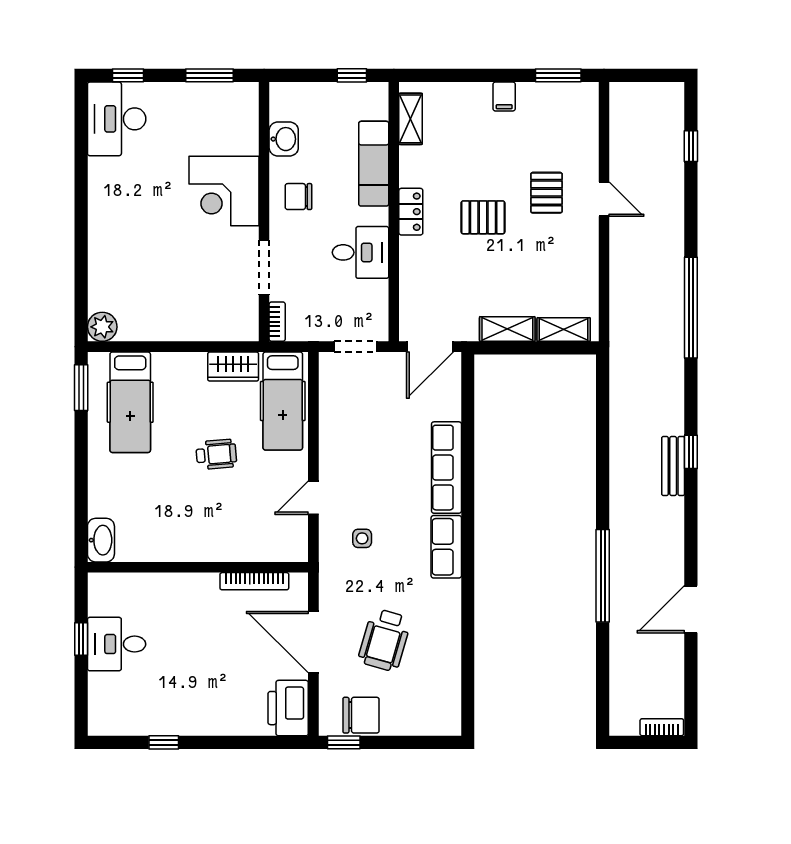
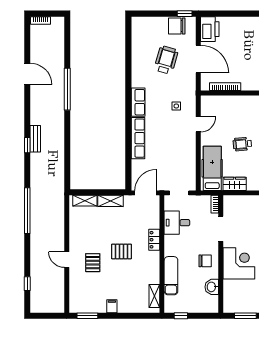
locker: (411, 212) -> (154, 240), moved
desk: (361, 252) -> (177, 223), moved
door: (691, 609) -> (27, 74), hinge flipped

